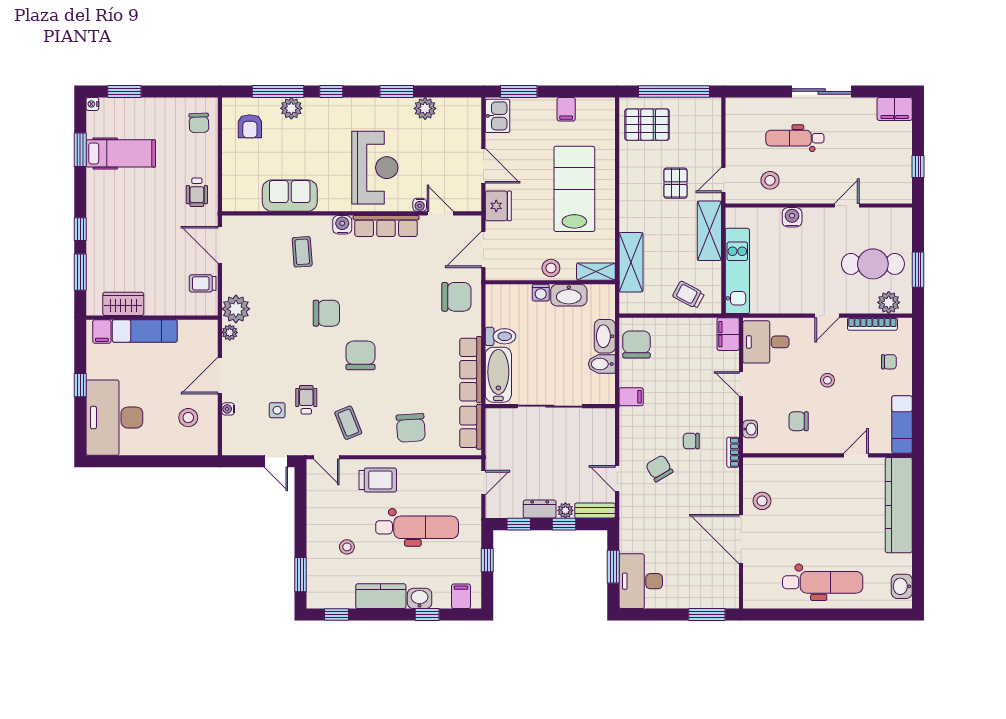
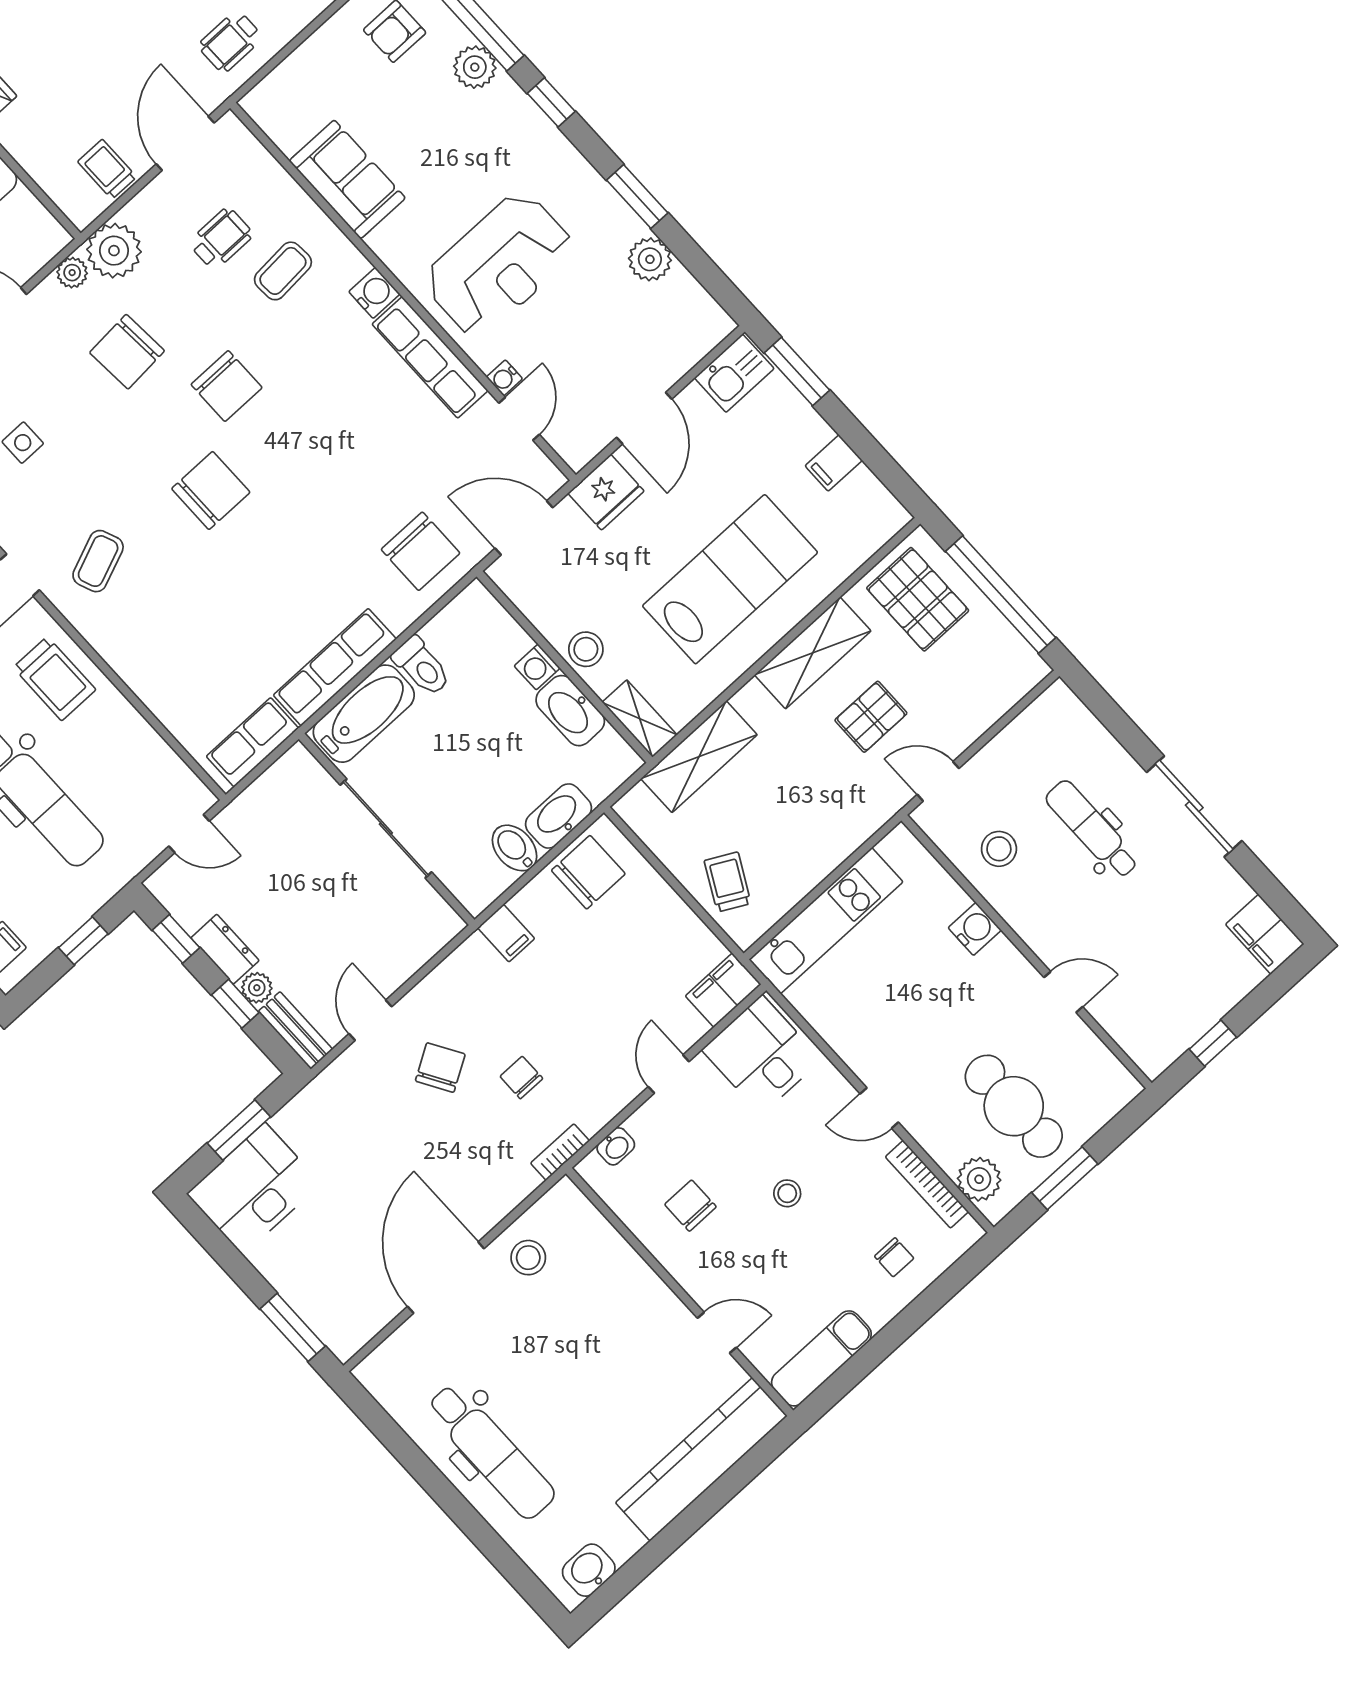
shelving: (709, 231) -> (813, 653), moved
wheelchair: (306, 400) -> (221, 239), moved
chair: (411, 428) -> (127, 352), moved

